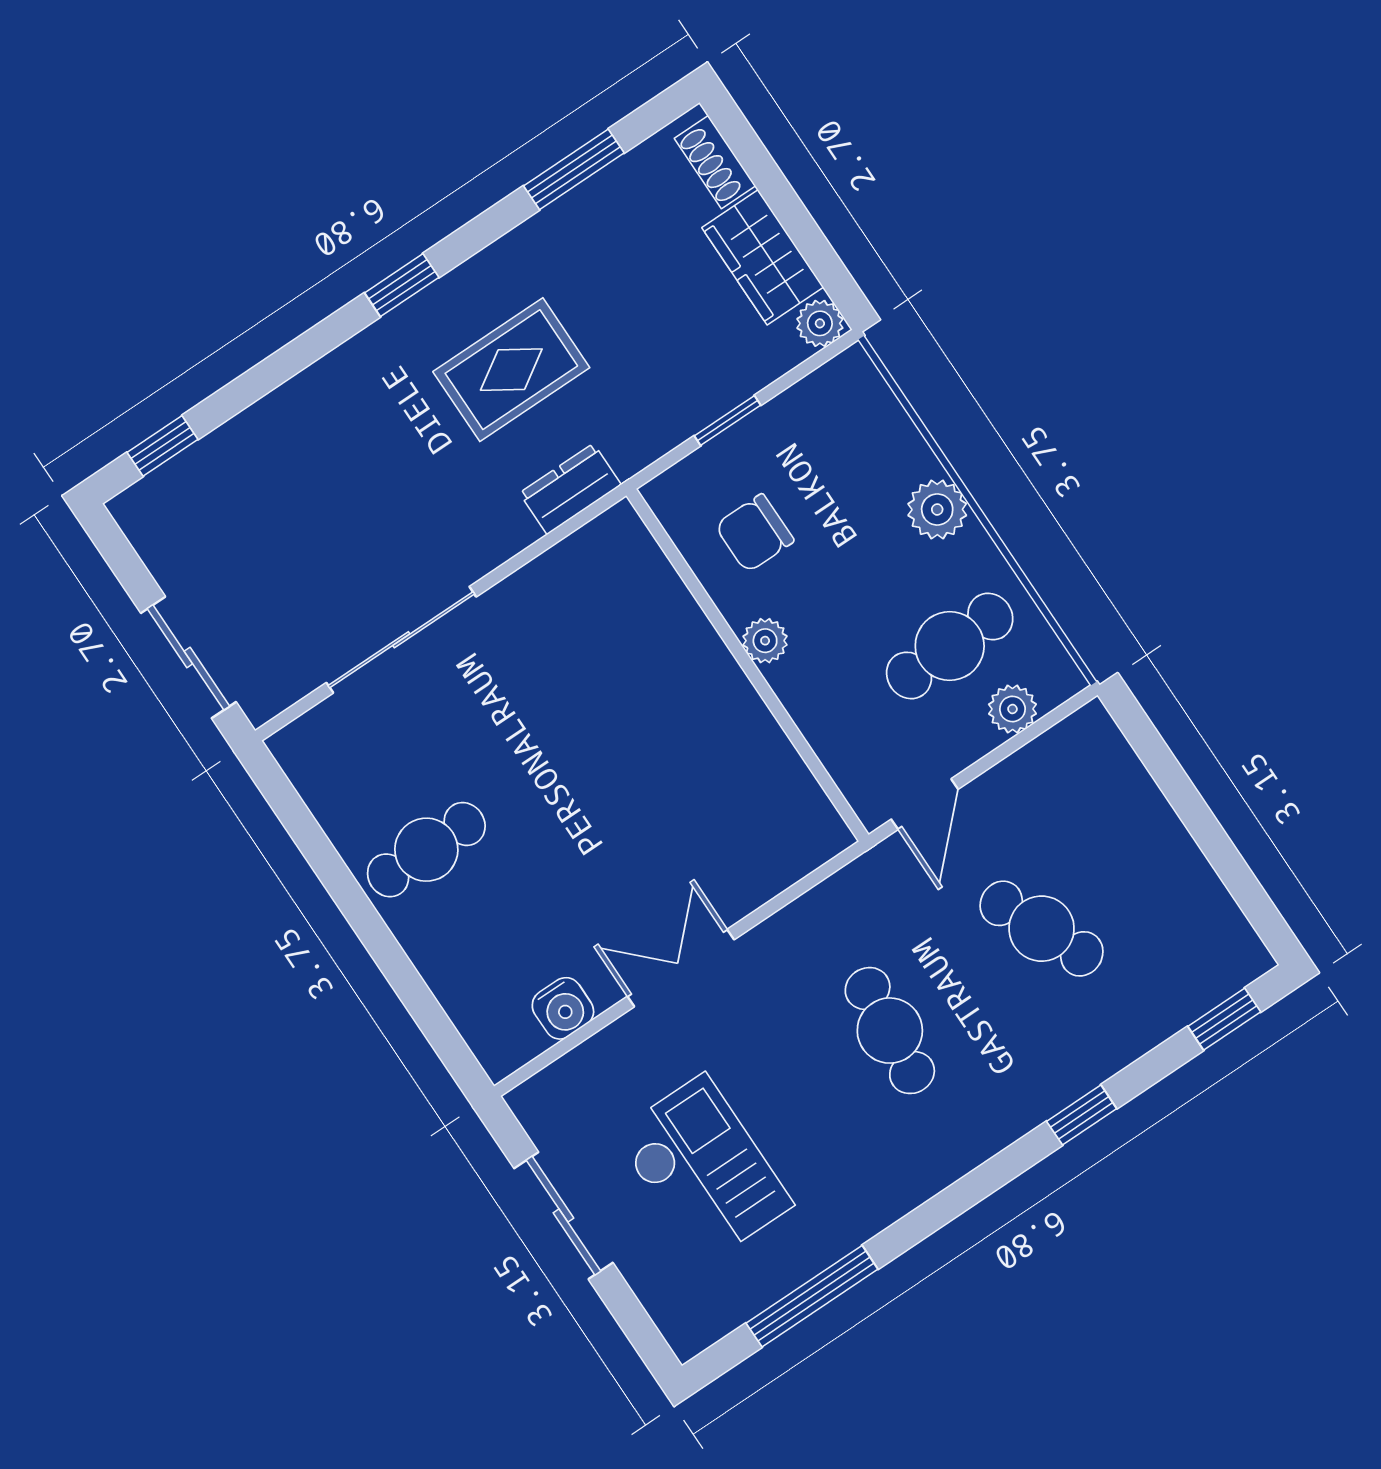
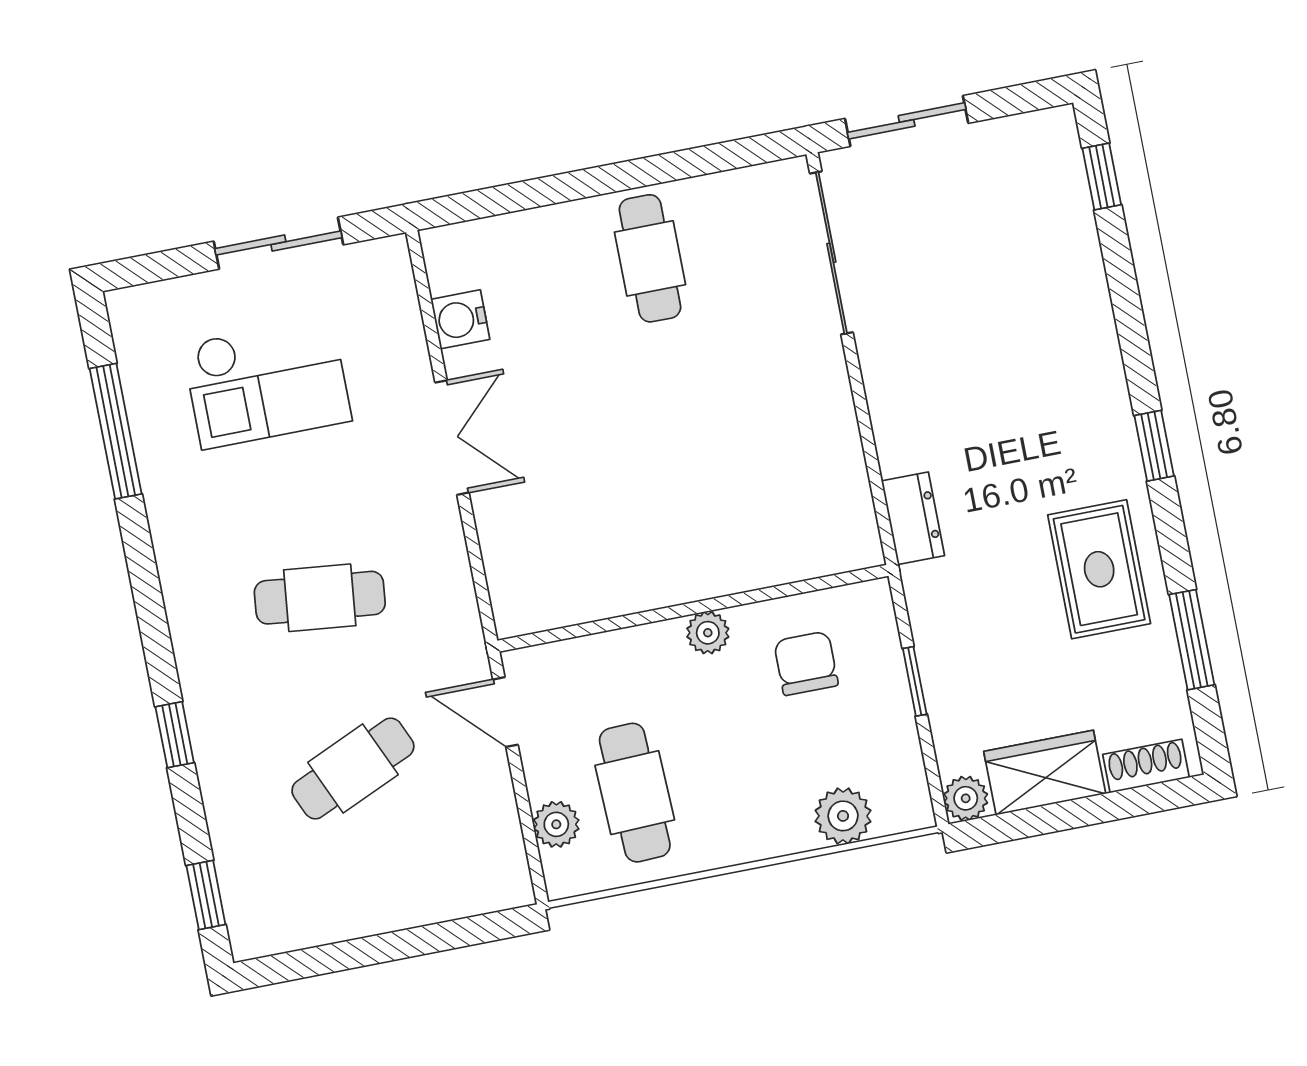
rug: (511, 370) -> (1099, 569), moved
plant: (937, 510) -> (843, 816), moved
sliding door: (401, 640) -> (831, 253), moved

